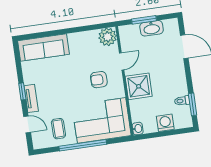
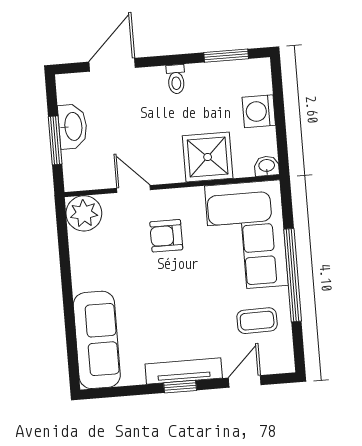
armchair: (99, 80) -> (166, 236), turned 90
shower: (139, 86) -> (208, 157), moved
tv unit: (31, 98) -> (184, 371), width x1.41
toilet: (182, 101) -> (176, 79), moved

